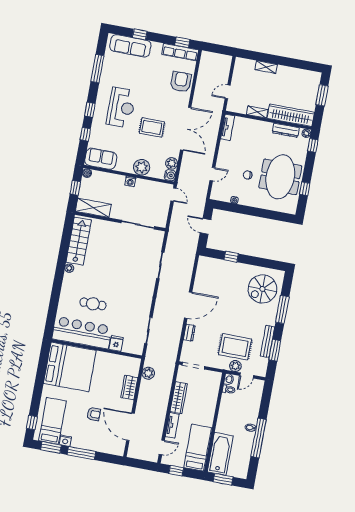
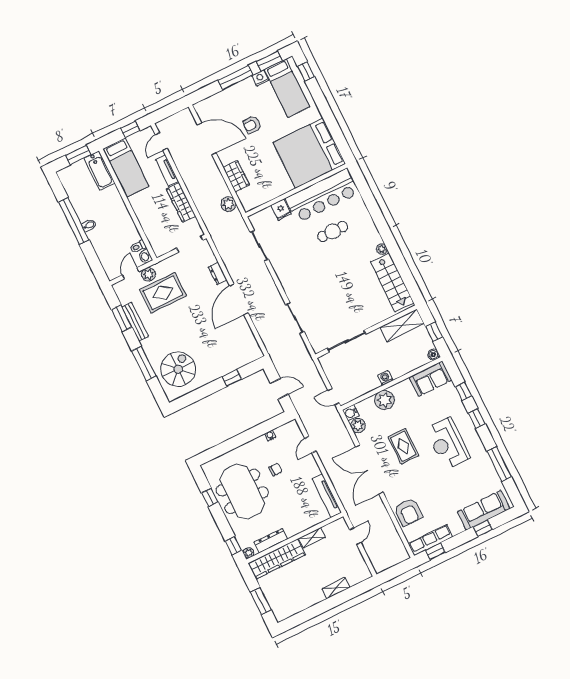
rug: (152, 127) -> (403, 446), turned 90
tv unit: (228, 127) -> (327, 496), width x1.41
bathtub: (220, 454) -> (99, 170), width x0.73, depth x0.73

